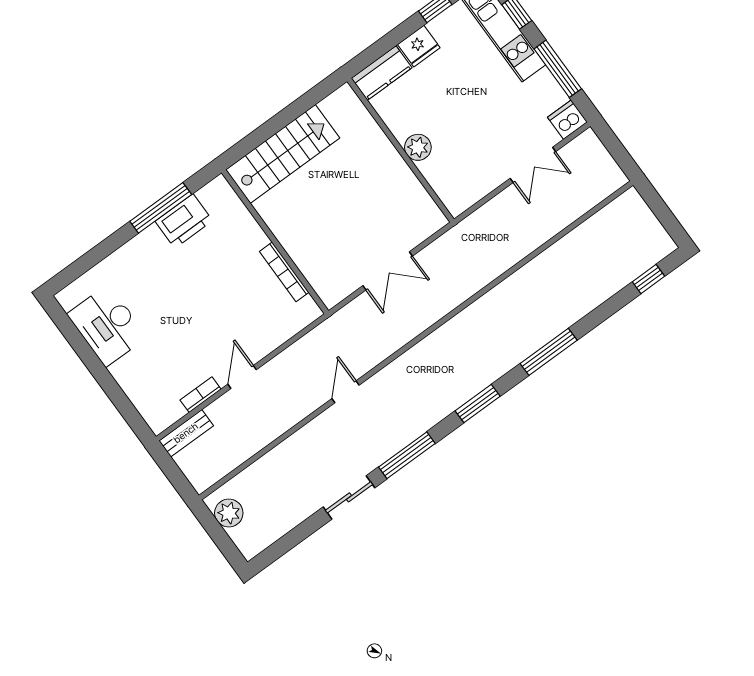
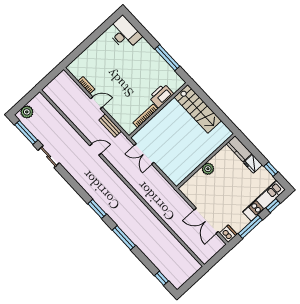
double door: (533, 165) -> (206, 221), width x1.37
printer: (184, 221) -> (161, 96), moved, turned 90
double door: (388, 271) -> (144, 154), moved
desk: (107, 325) -> (124, 33), moved, turned 90
bench: (186, 433) -> (110, 126), moved
window: (407, 455) -> (26, 132), moved
plant: (229, 513) -> (27, 112), moved

